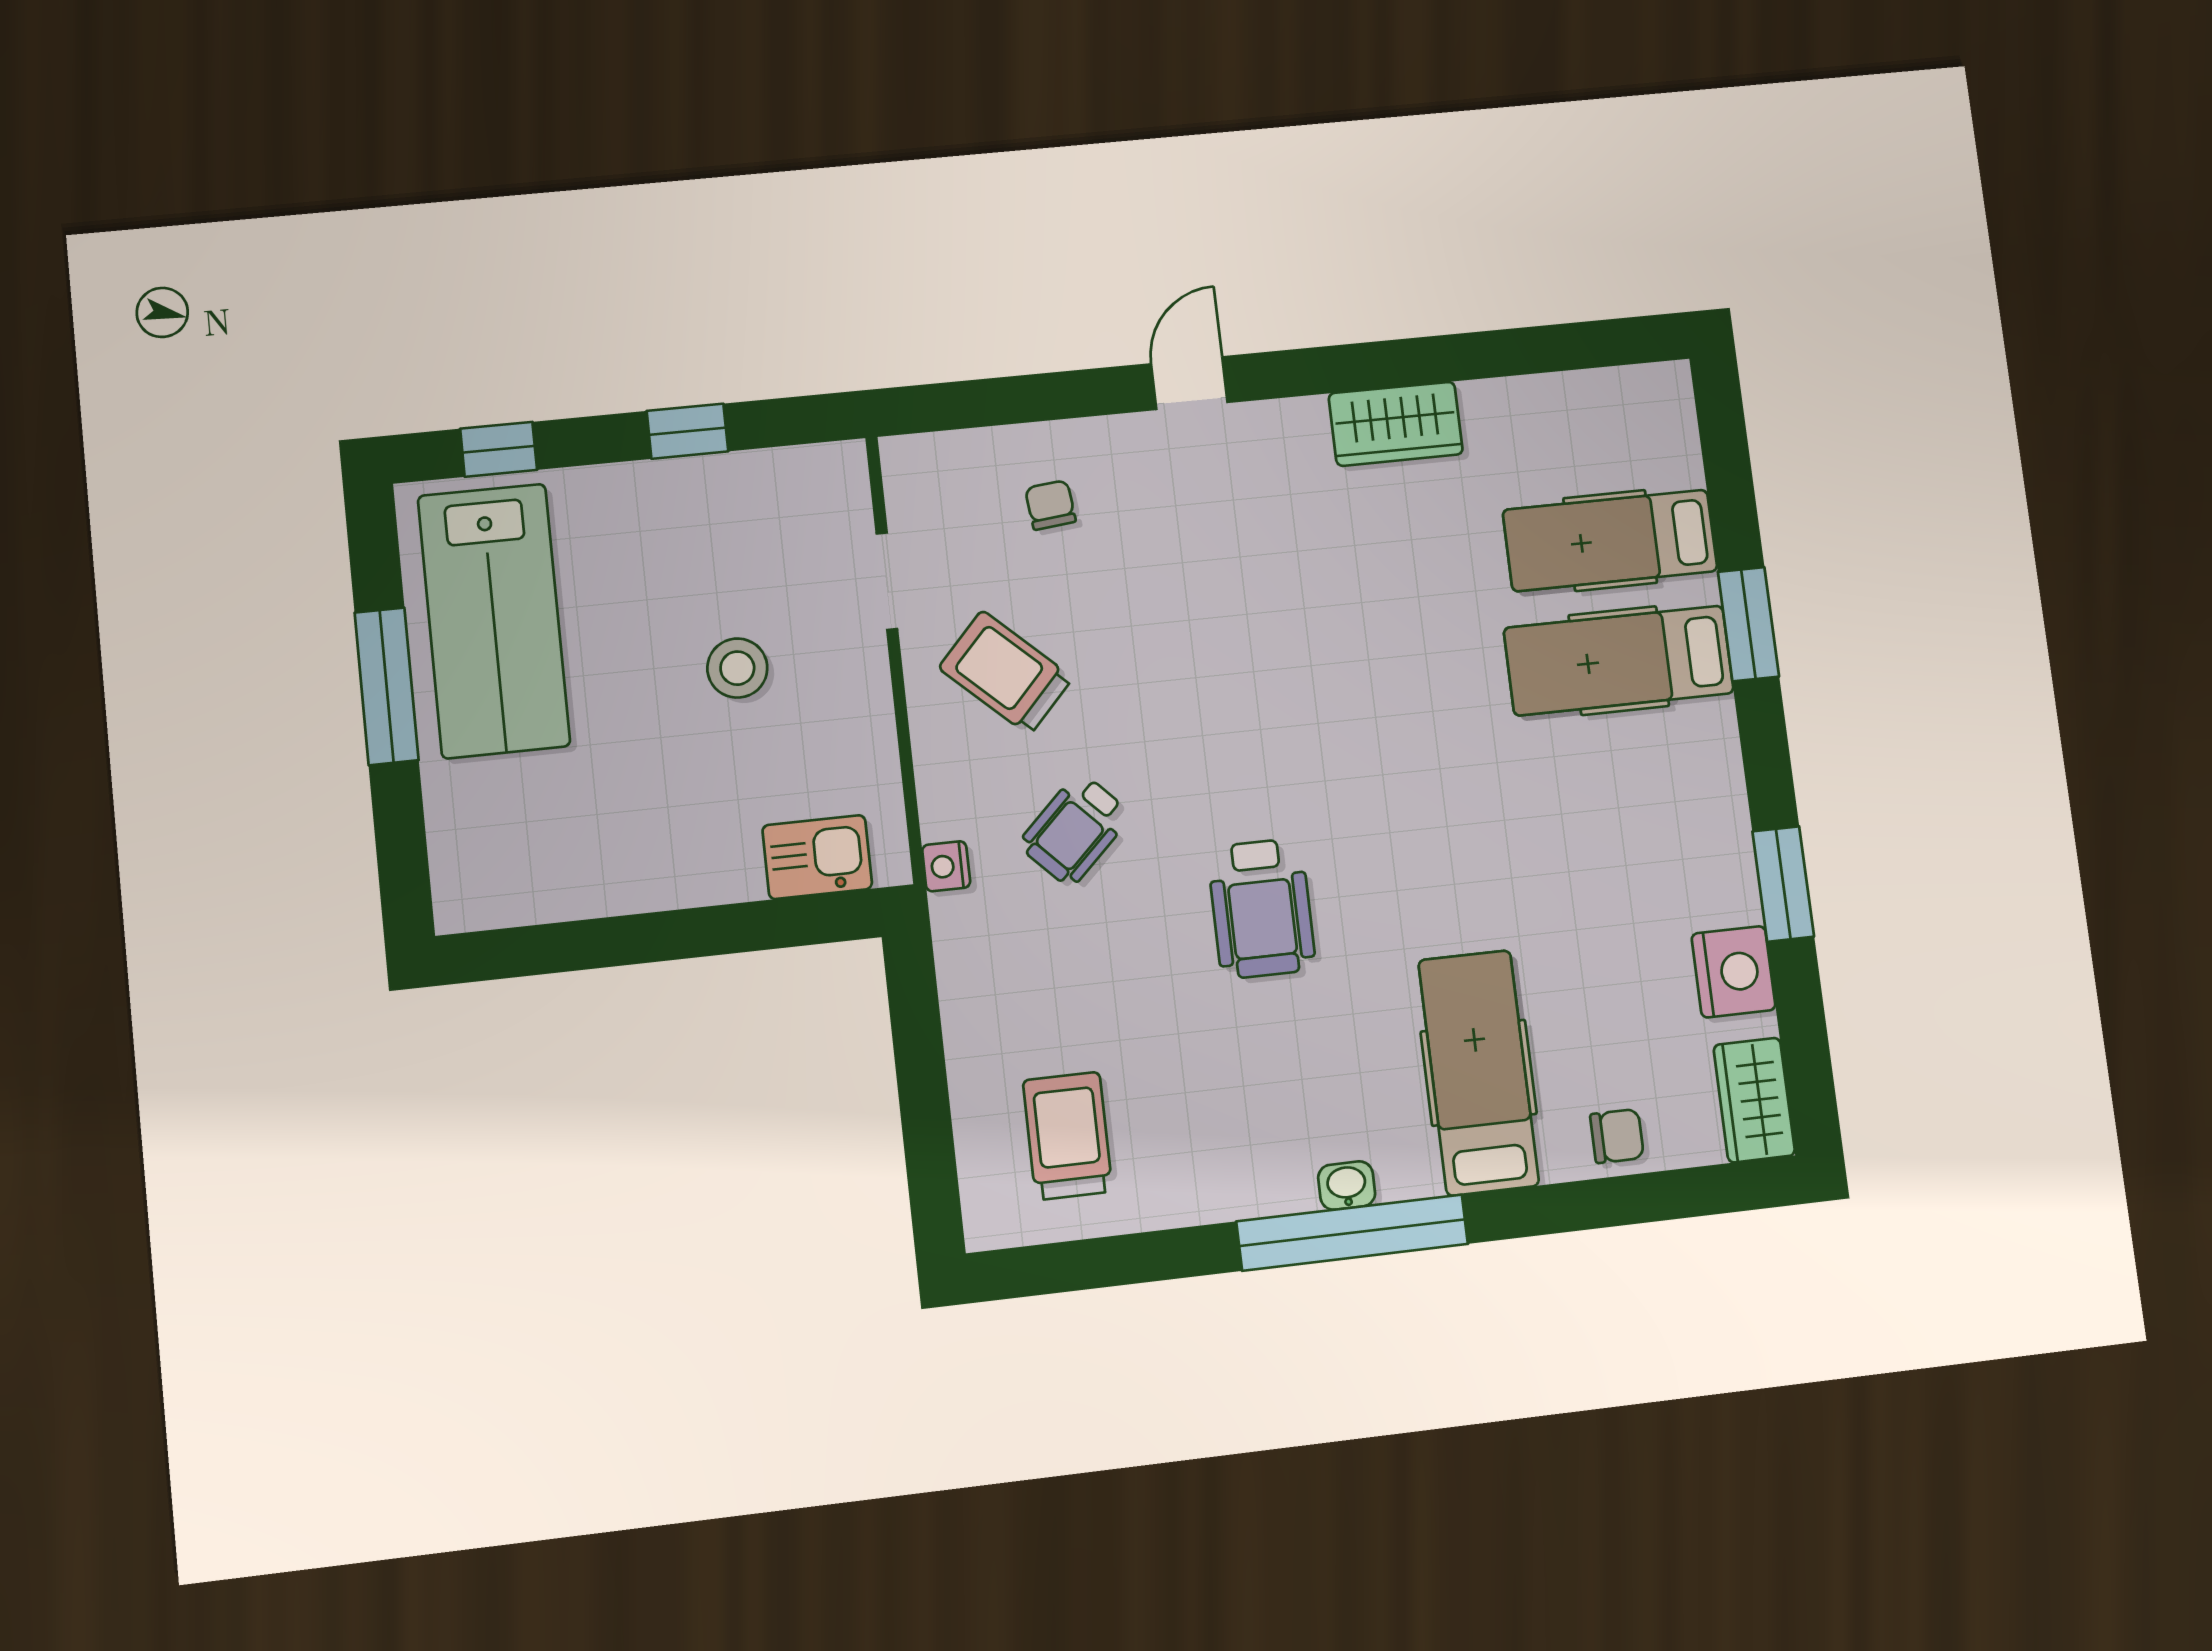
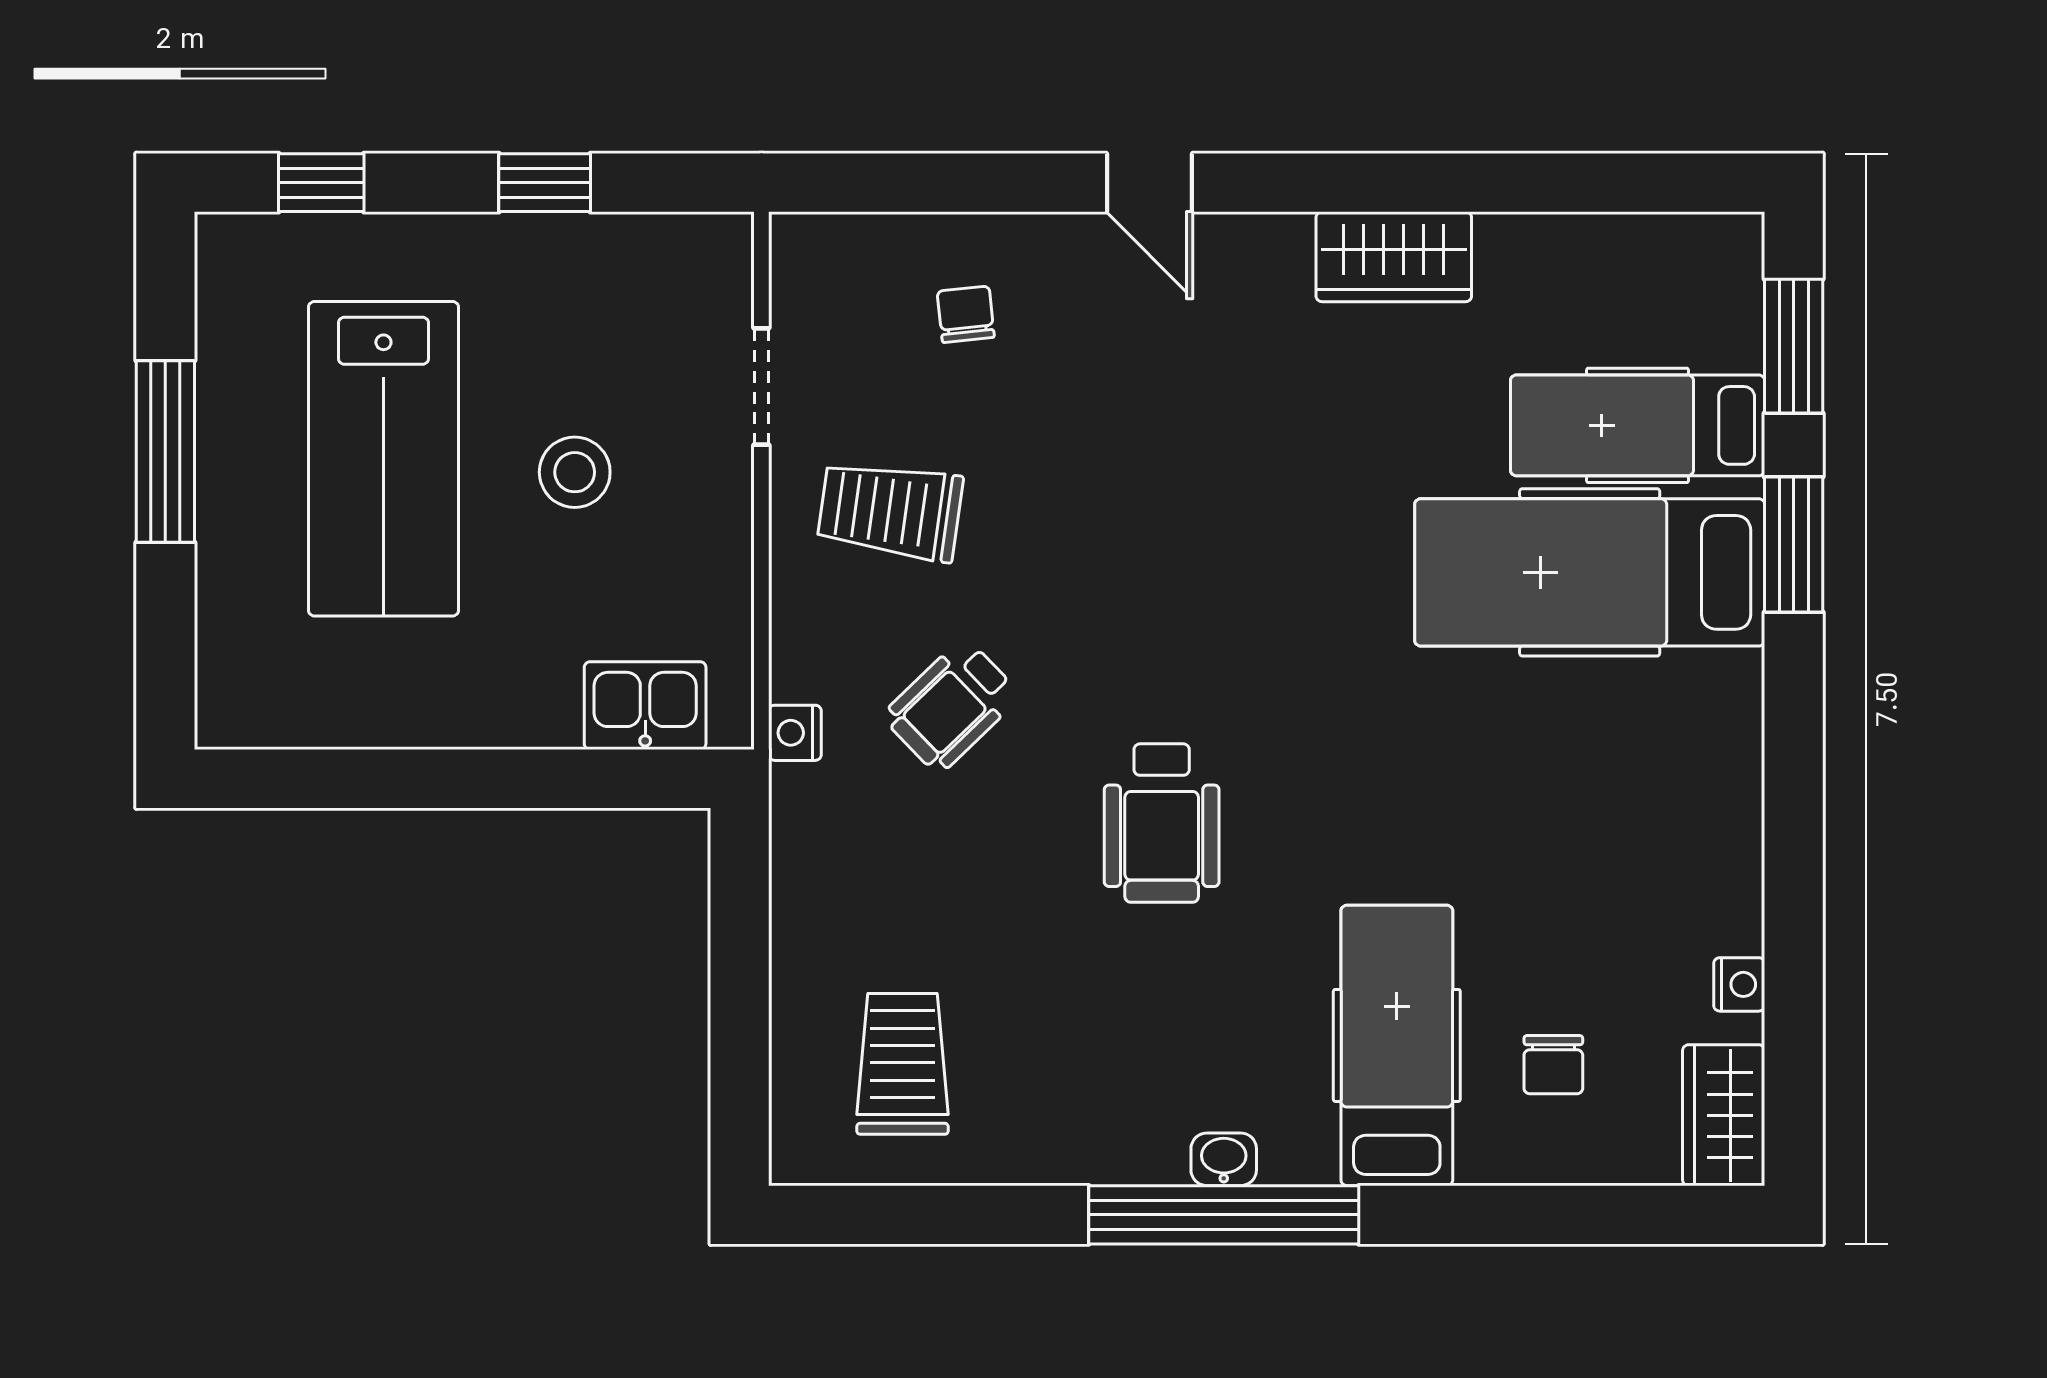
door: (1189, 383) -> (1149, 183), swing flipped
lab bench: (494, 621) -> (383, 459), moved
hospital bed: (1619, 661) -> (1590, 572), width x1.37, depth x1.29
trolley: (1006, 673) -> (890, 511), turned -35
window: (1783, 884) -> (1794, 346), moved
nightstand: (1734, 972) -> (1739, 984), width x0.53, depth x0.56
chair: (1617, 1136) -> (1553, 1065), moved, turned 90

